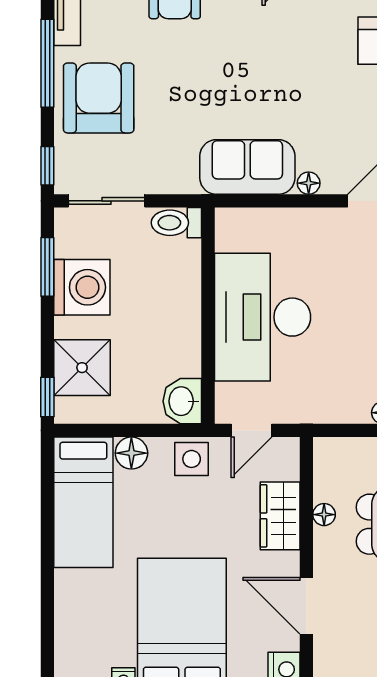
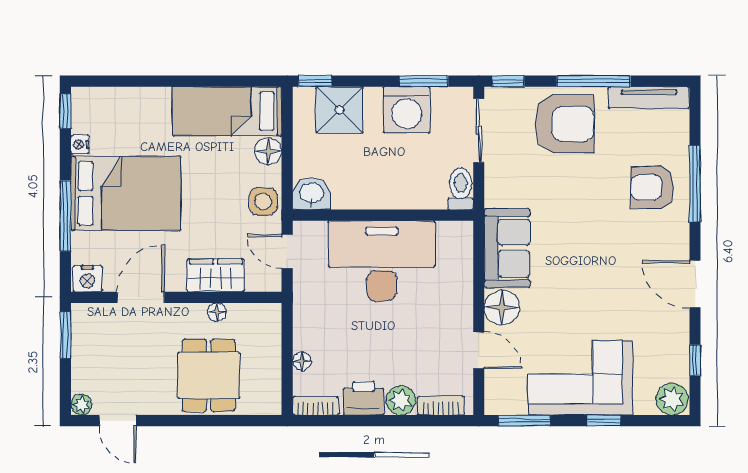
floor lamp: (309, 183) -> (502, 308), width x1.89, depth x1.89

